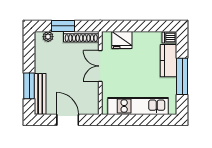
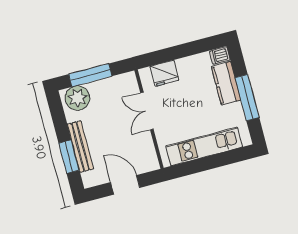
window: (63, 26) -> (90, 75), width x1.44
plant: (48, 37) -> (77, 98), width x1.87, depth x1.87
shoe rack: (81, 37) -> (115, 82), removed
bench: (40, 94) -> (80, 147), moved

